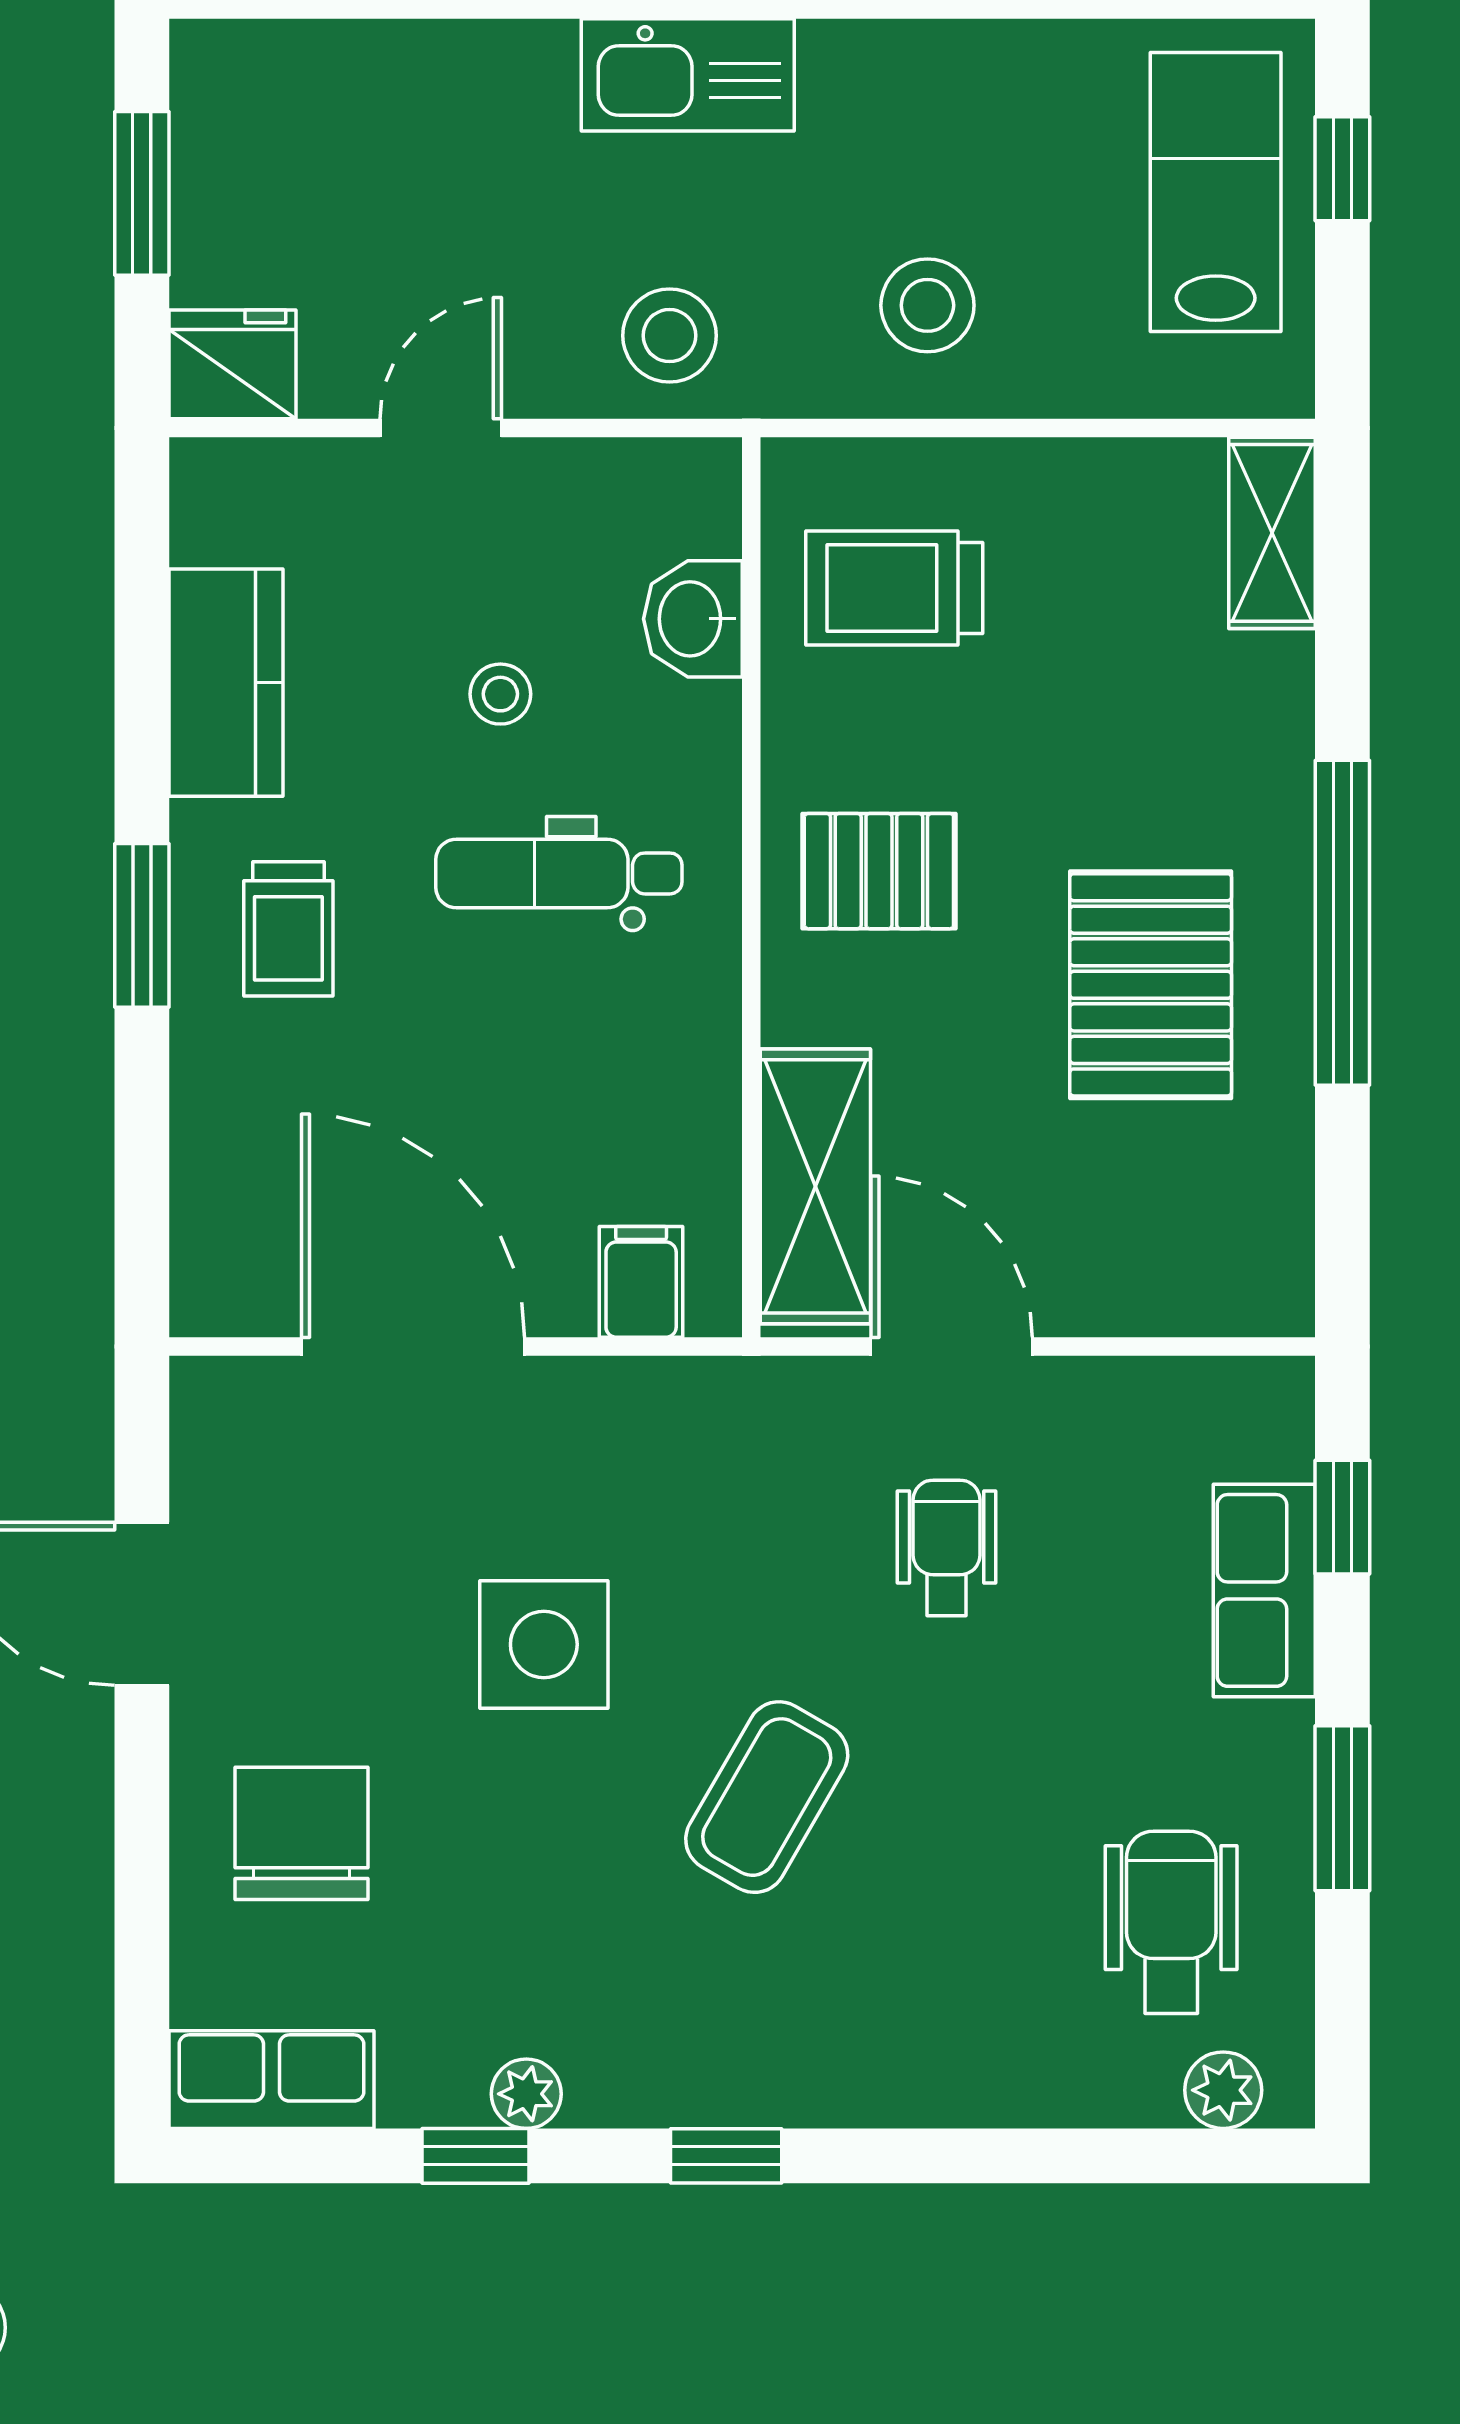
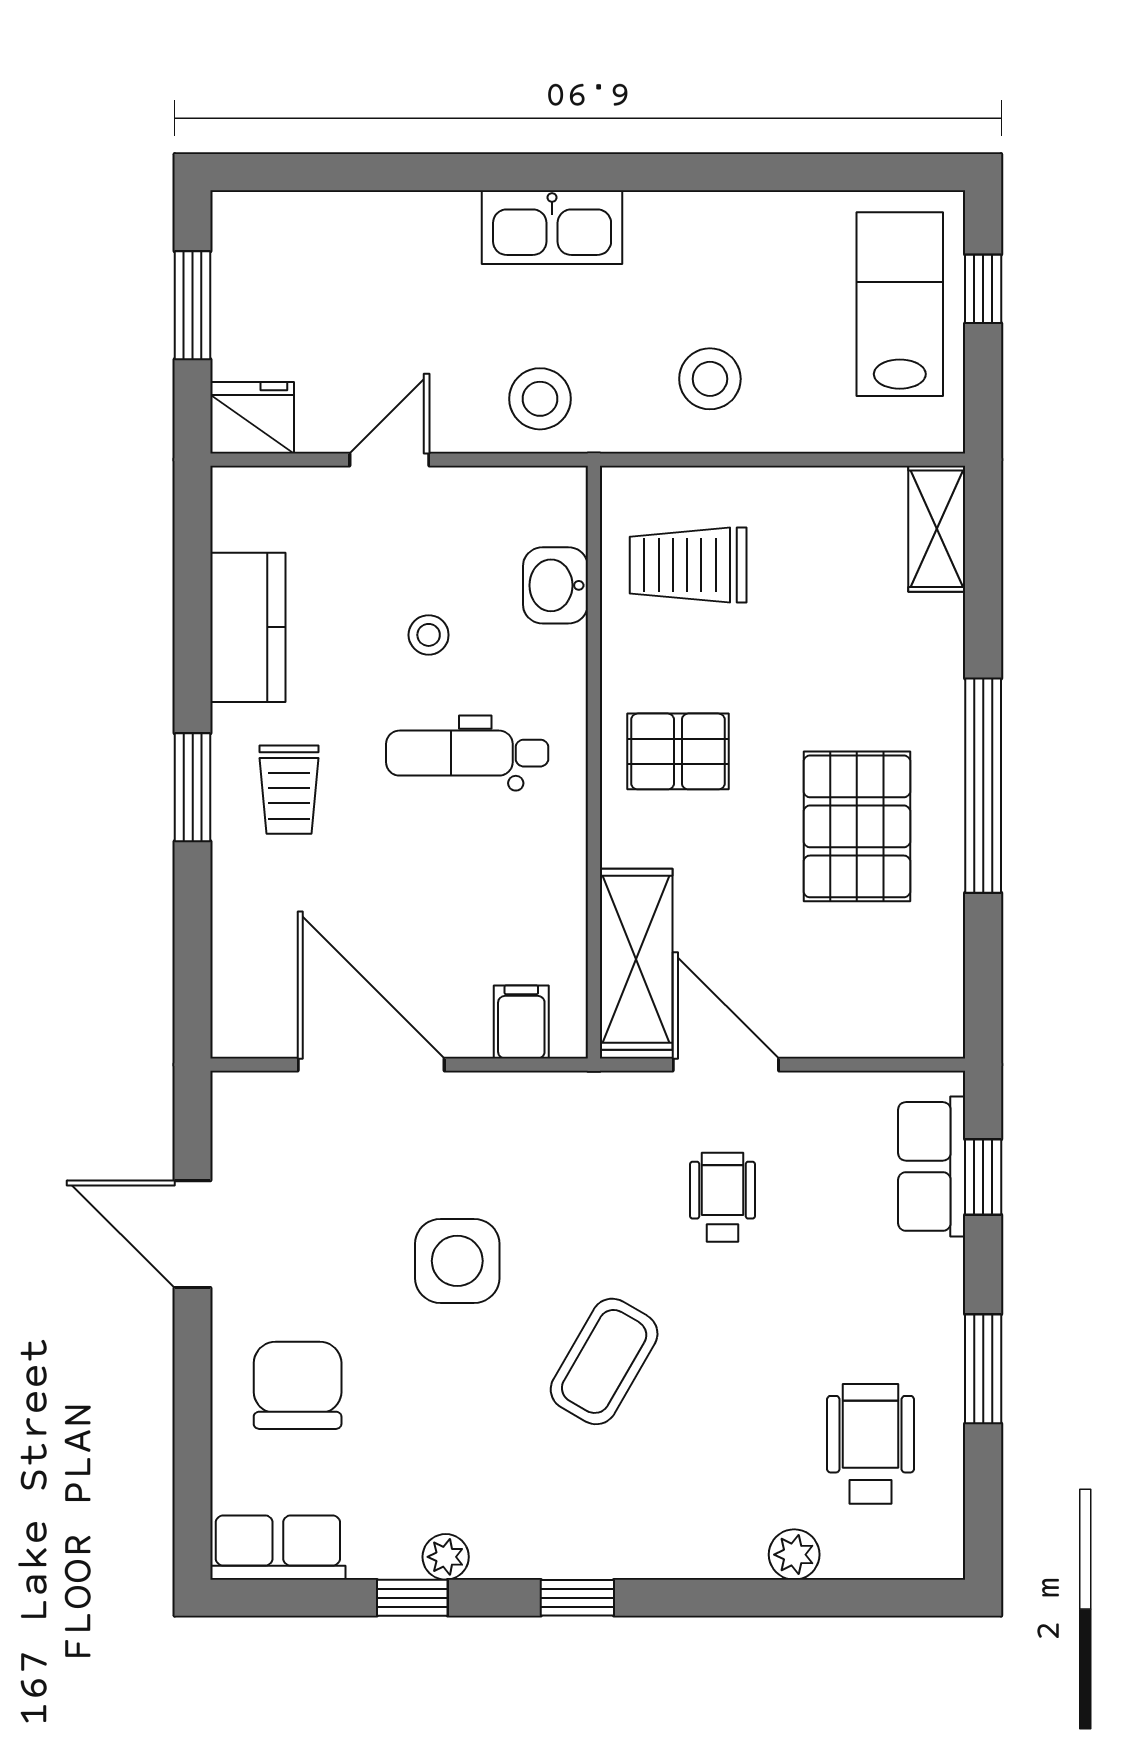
row of seats: (1264, 1590) -> (932, 1166), moved
plant: (1223, 2090) -> (794, 1555), moved

